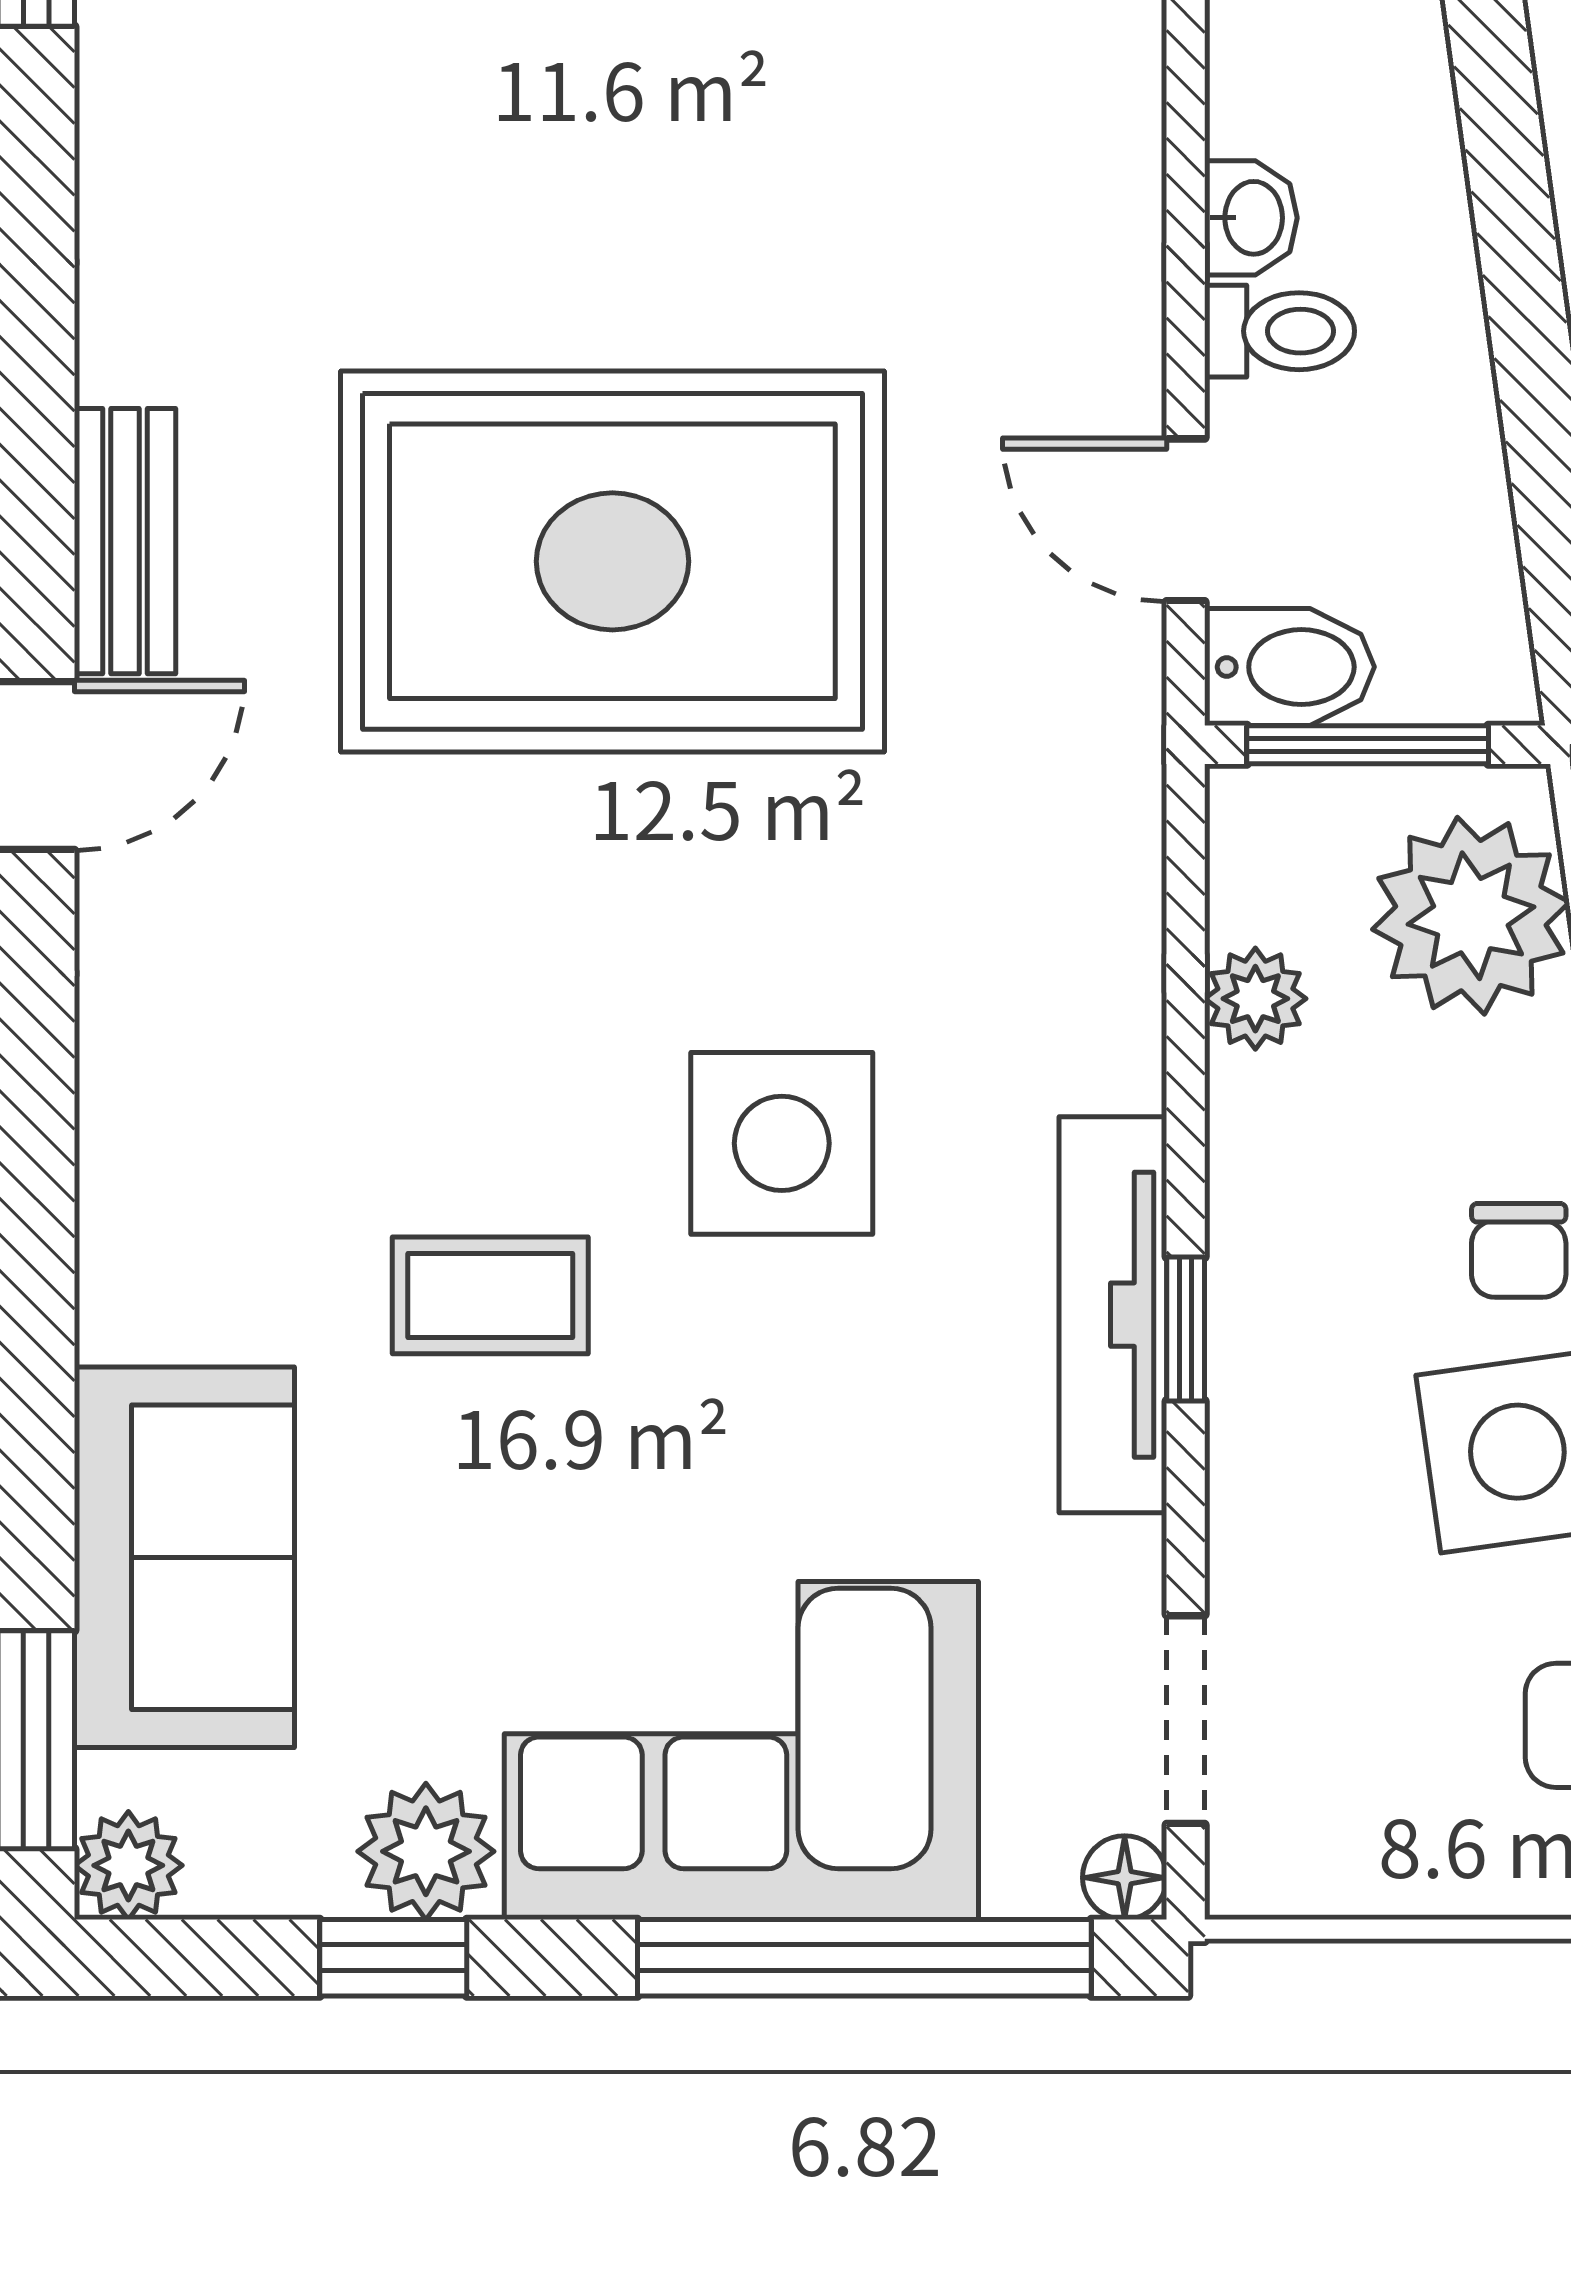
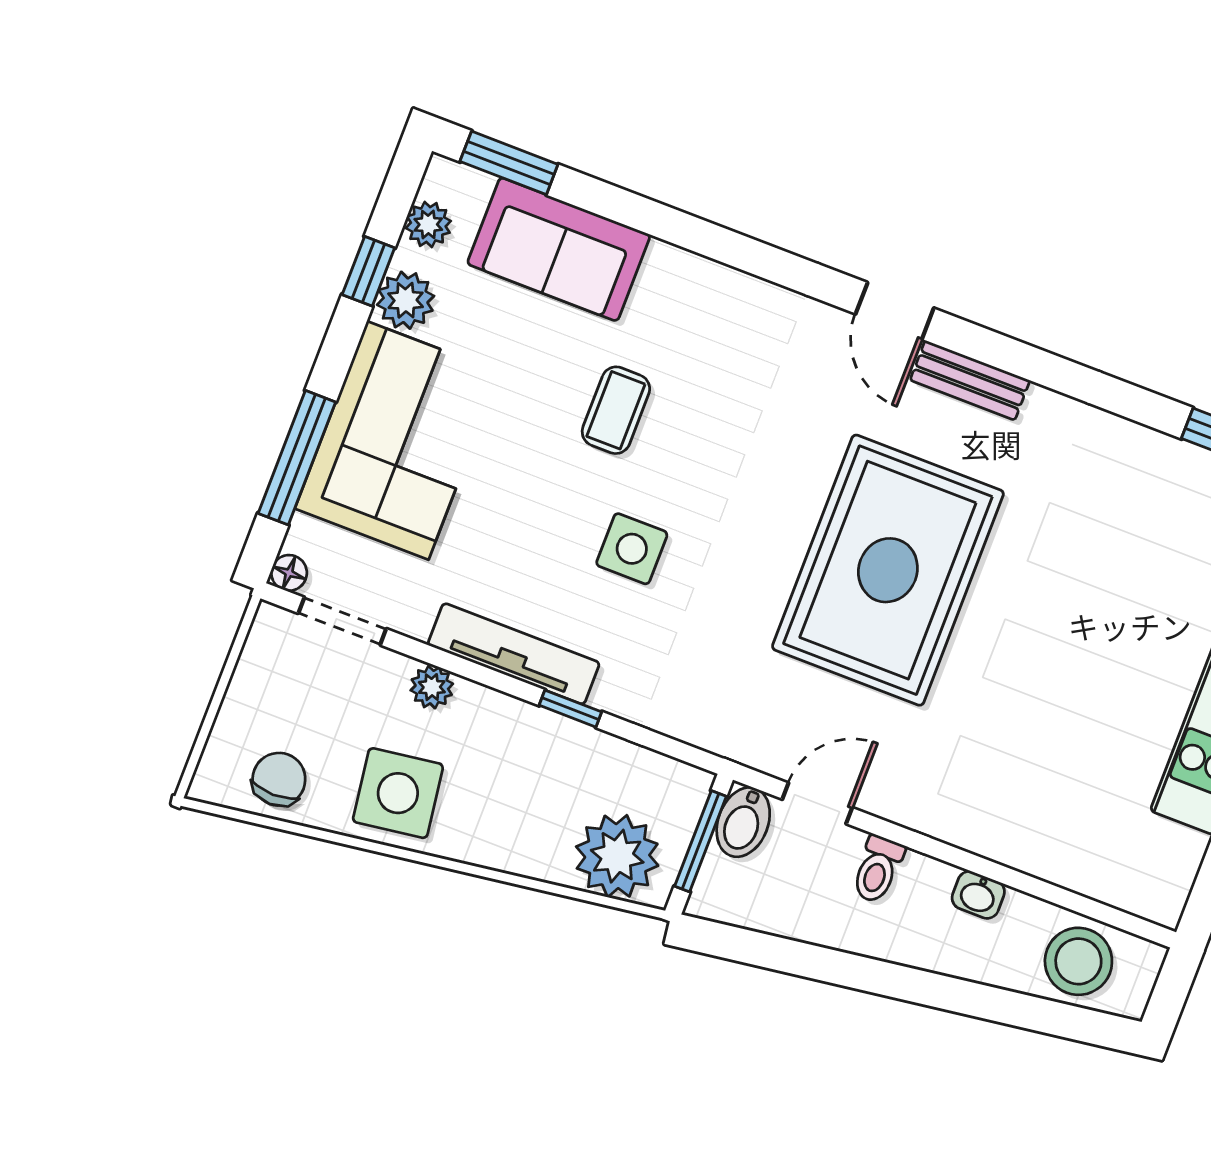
washbasin: (1251, 218) -> (978, 895), moved
plant: (1255, 999) -> (432, 687), moved
side table: (782, 1143) -> (632, 549), width x0.73, depth x0.73
chair: (1519, 1250) -> (477, 824), removed
window: (1186, 1329) -> (570, 709), moved
plant: (128, 1865) -> (428, 224), moved
window: (864, 1958) -> (297, 458), width x0.68

